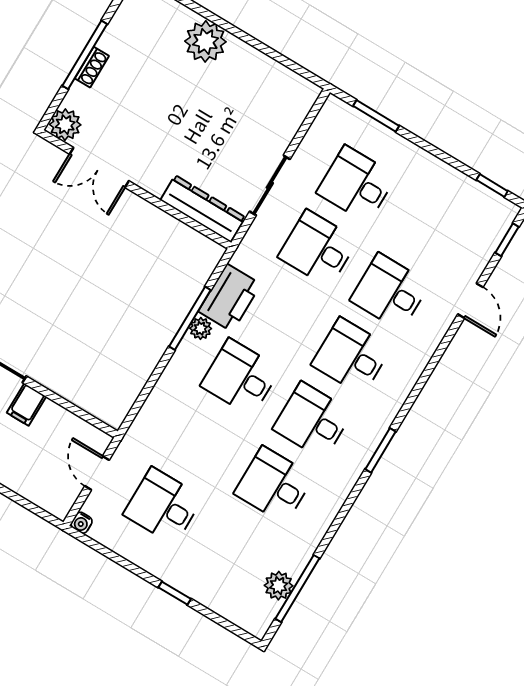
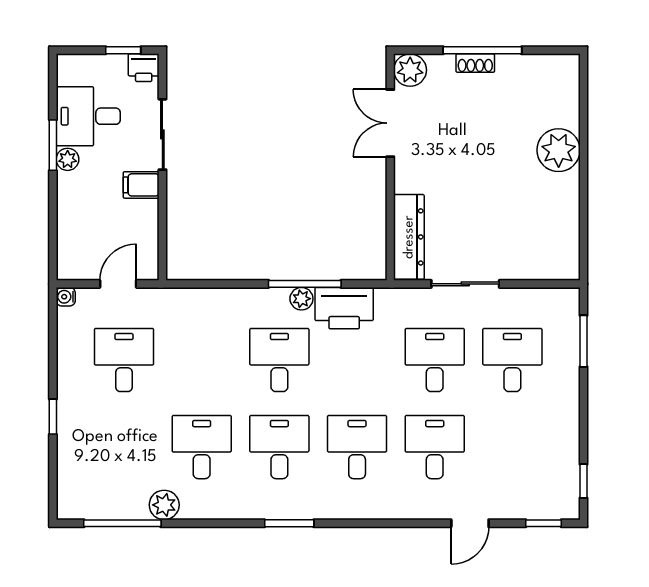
plant: (279, 586) -> (164, 505), moved

